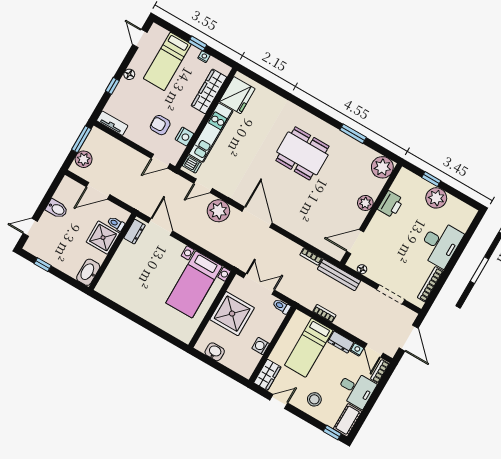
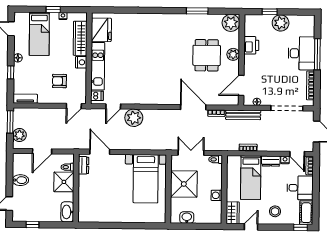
nightstand: (184, 137) -> (81, 62), moved
dining table: (302, 153) -> (207, 55), moved, width x0.73
door: (257, 217) -> (193, 107), moved
window: (457, 255) -> (317, 54), added
doorway: (391, 295) -> (287, 108), width x1.36

